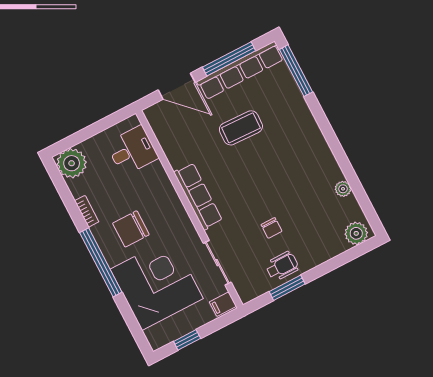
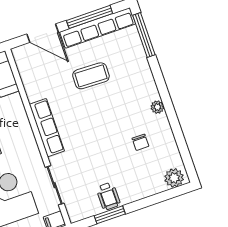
plant: (343, 189) -> (157, 107), moved
chair: (272, 228) -> (140, 142), moved
wheelchair: (282, 266) -> (108, 196), turned 90

